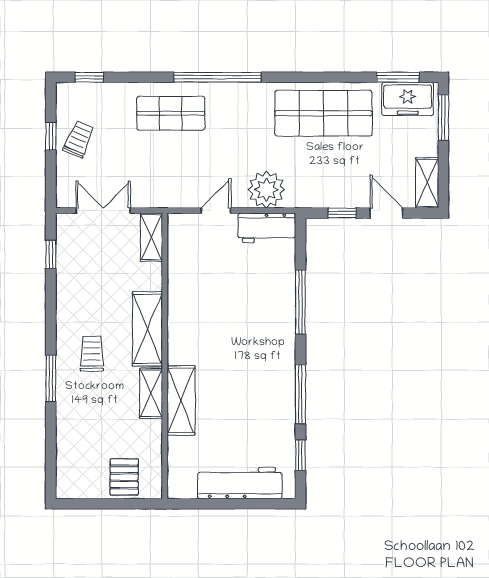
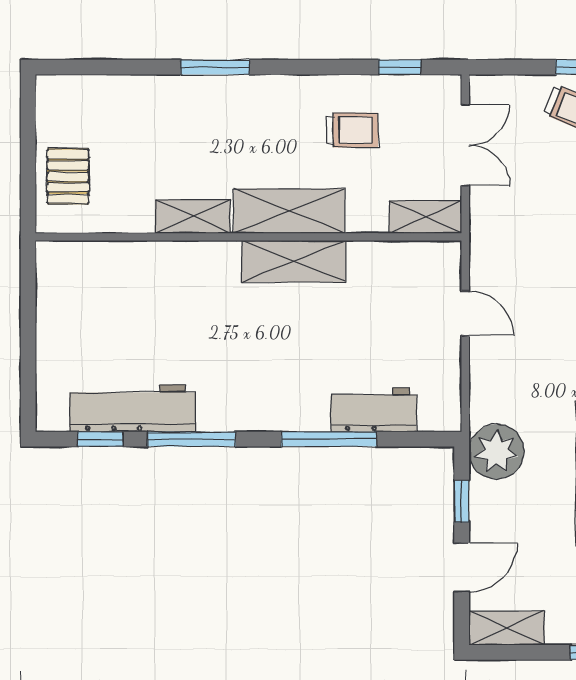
plant: (266, 190) -> (497, 452), moved
workbench: (267, 228) -> (374, 410), moved, turned 90
trolley: (92, 354) -> (352, 130), moved
shelving: (181, 401) -> (294, 261), moved
pallet: (124, 477) -> (68, 176), turned 90
workbench: (240, 483) -> (133, 408), moved, turned -90

